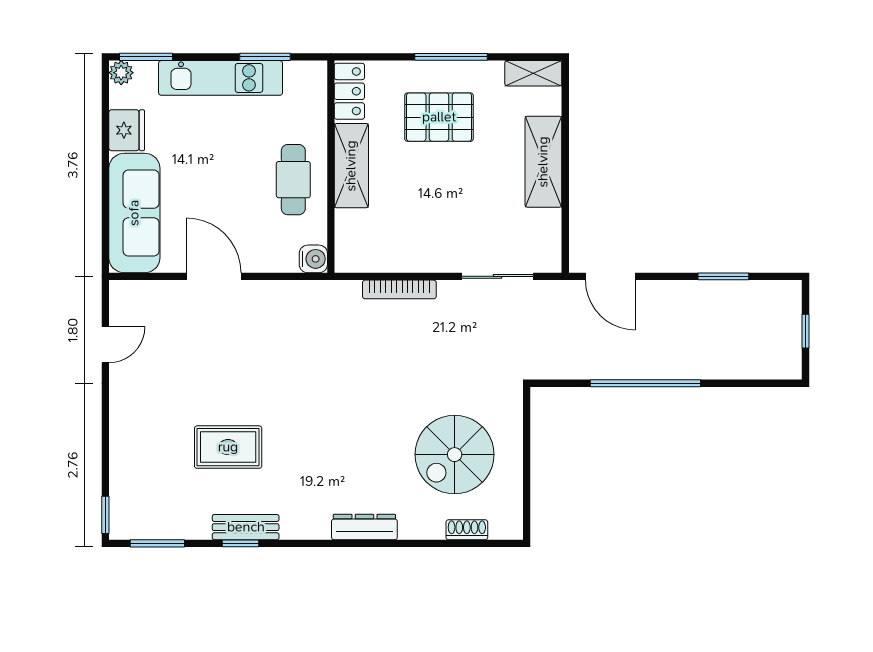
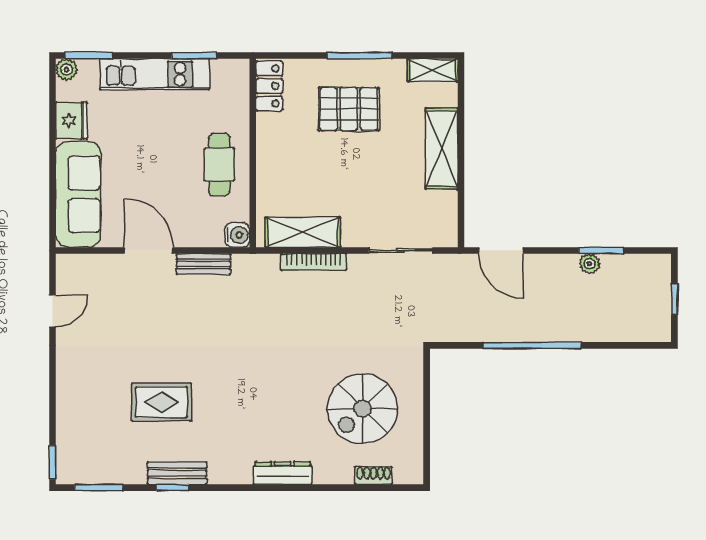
shelving: (351, 166) -> (303, 232), moved, turned 90
plant: (710, 291) -> (590, 264), added
bench: (275, 292) -> (203, 264), added

